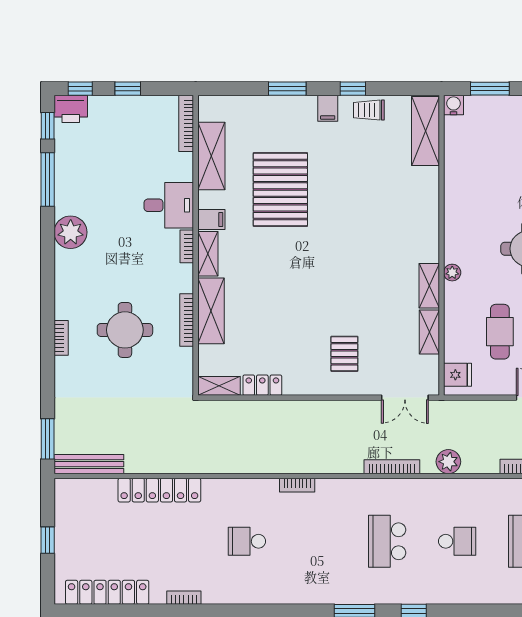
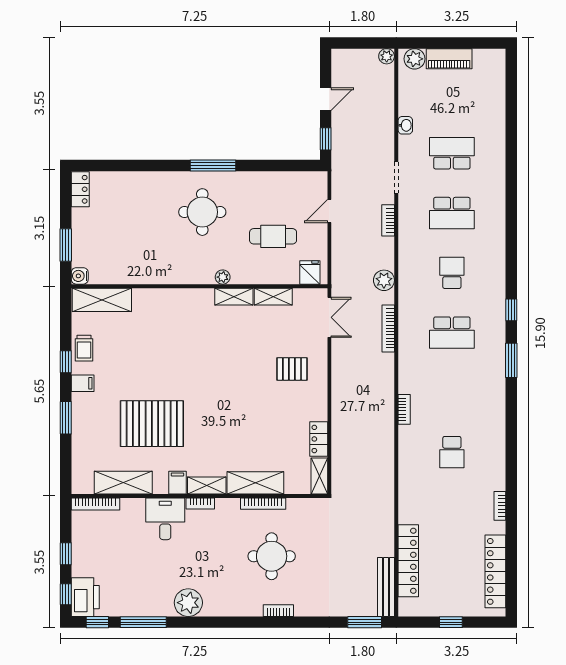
printer: (71, 109) -> (85, 597), width x1.37, depth x1.19
locker: (159, 490) -> (408, 561), moved

